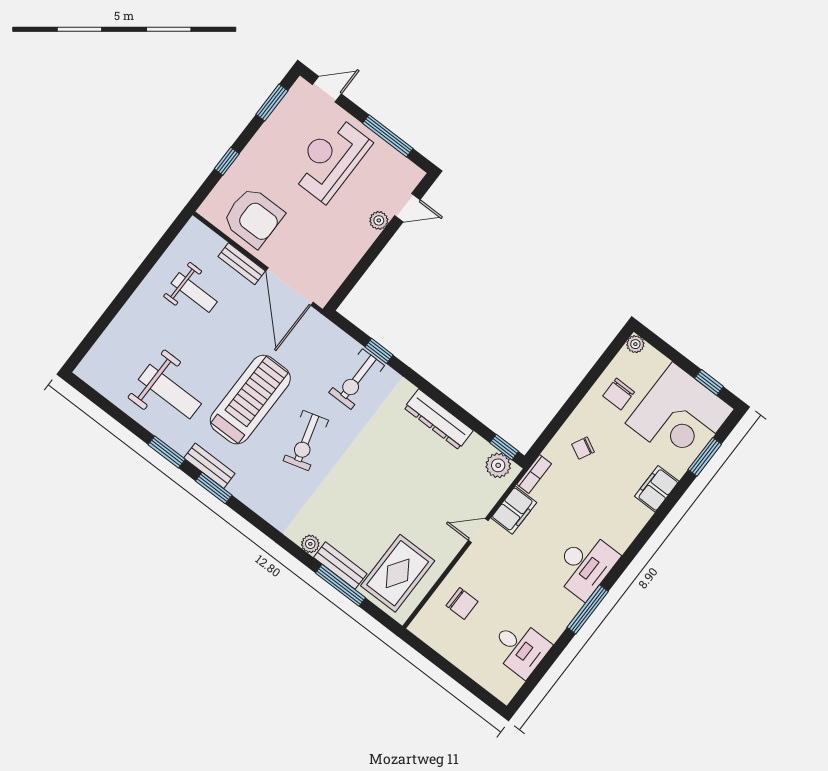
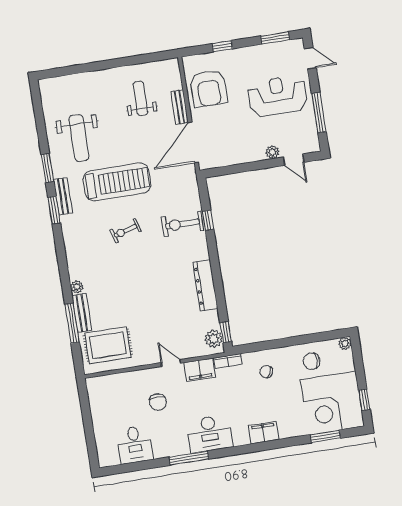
weight bench: (194, 293) -> (141, 98), turned 180
exercise bike: (306, 441) -> (126, 231), width x0.73, depth x0.72
filing cabinet: (657, 489) -> (264, 433), moved
chair: (462, 604) -> (158, 402), moved

